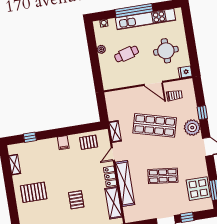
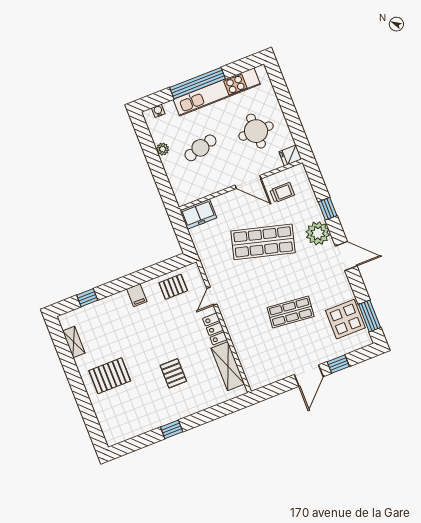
freezer: (116, 98) -> (198, 214), added
shelving: (115, 132) -> (208, 263), removed
shelving: (125, 183) -> (238, 335), removed

